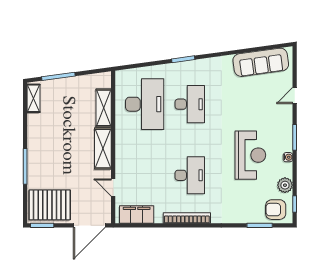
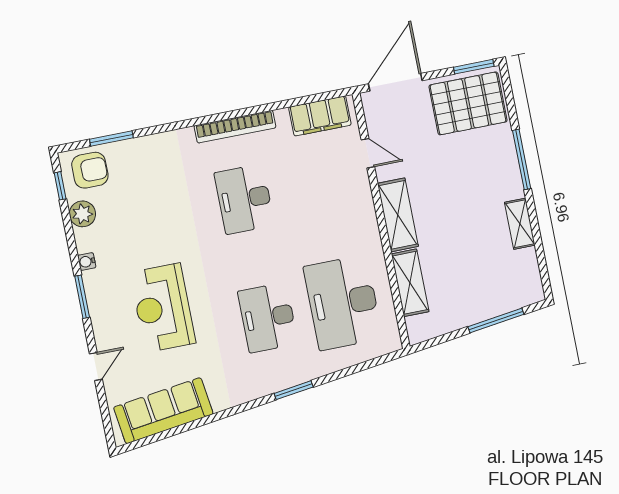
shelving: (34, 98) -> (520, 224), moved
reception desk: (250, 155) -> (163, 308), moved

